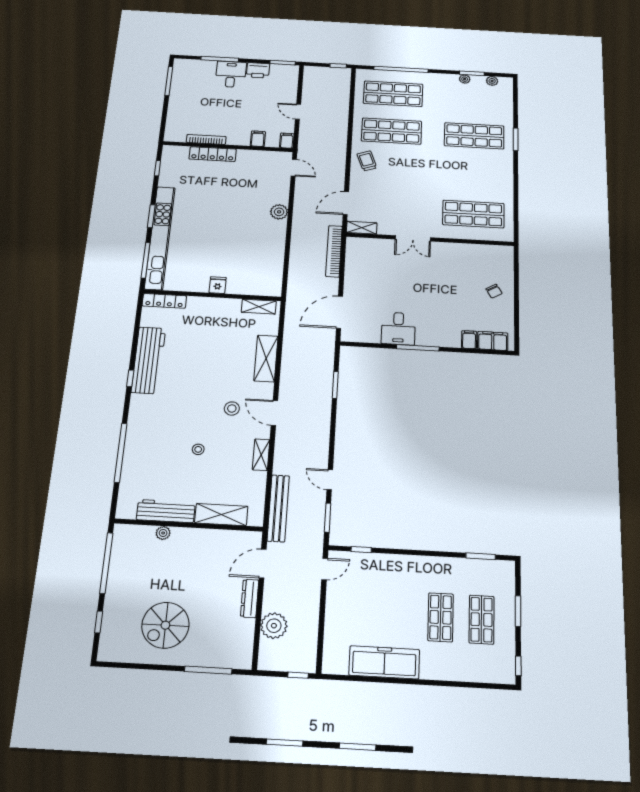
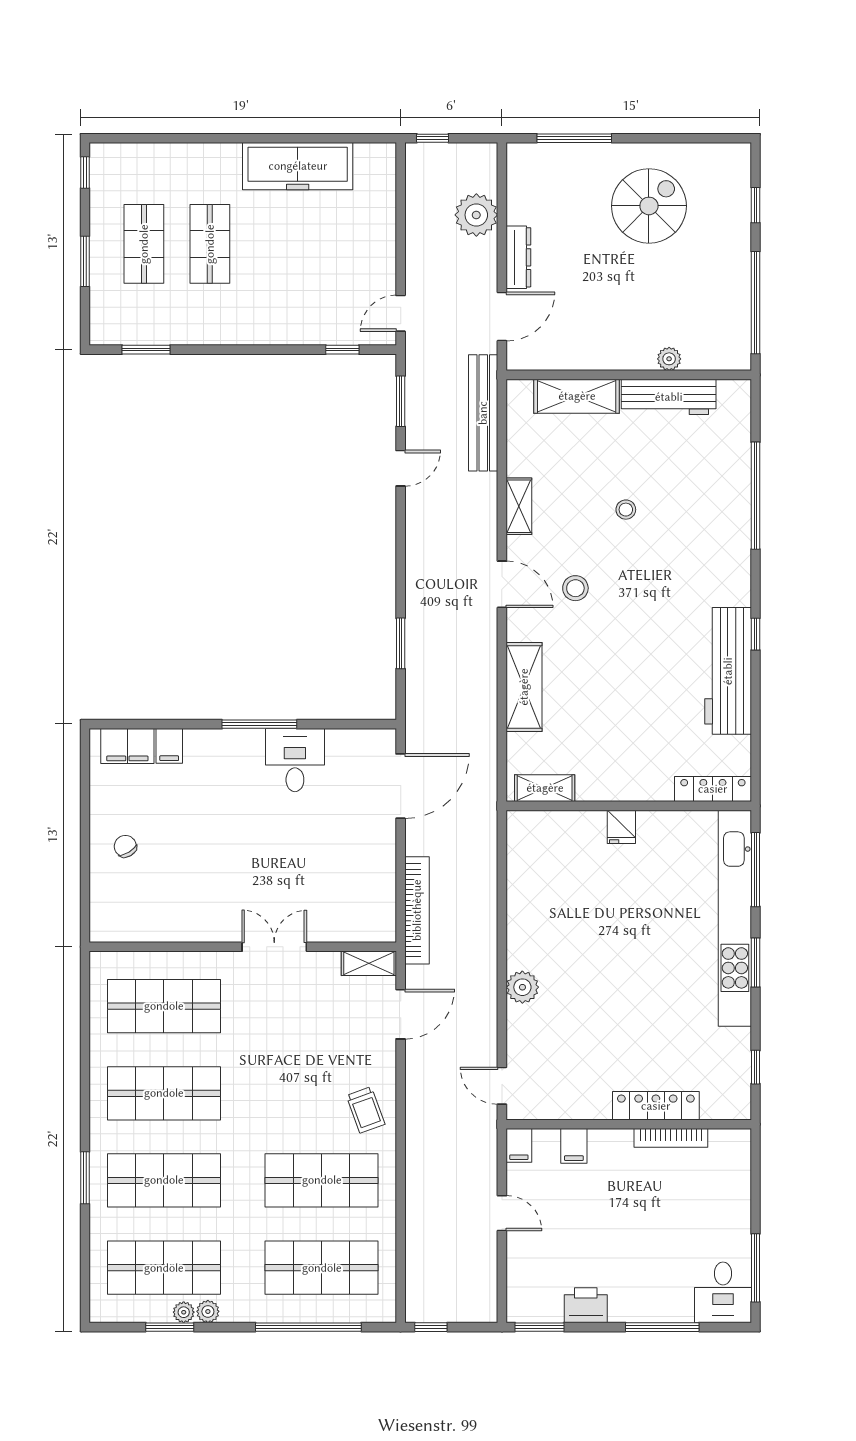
desk: (231, 74) -> (723, 1292), moved
plant: (492, 81) -> (208, 1311), moved
shop shelf: (475, 98) -> (164, 1268), added
shop shelf: (474, 174) -> (164, 1093), added
door: (330, 480) -> (401, 468), hinge flipped

